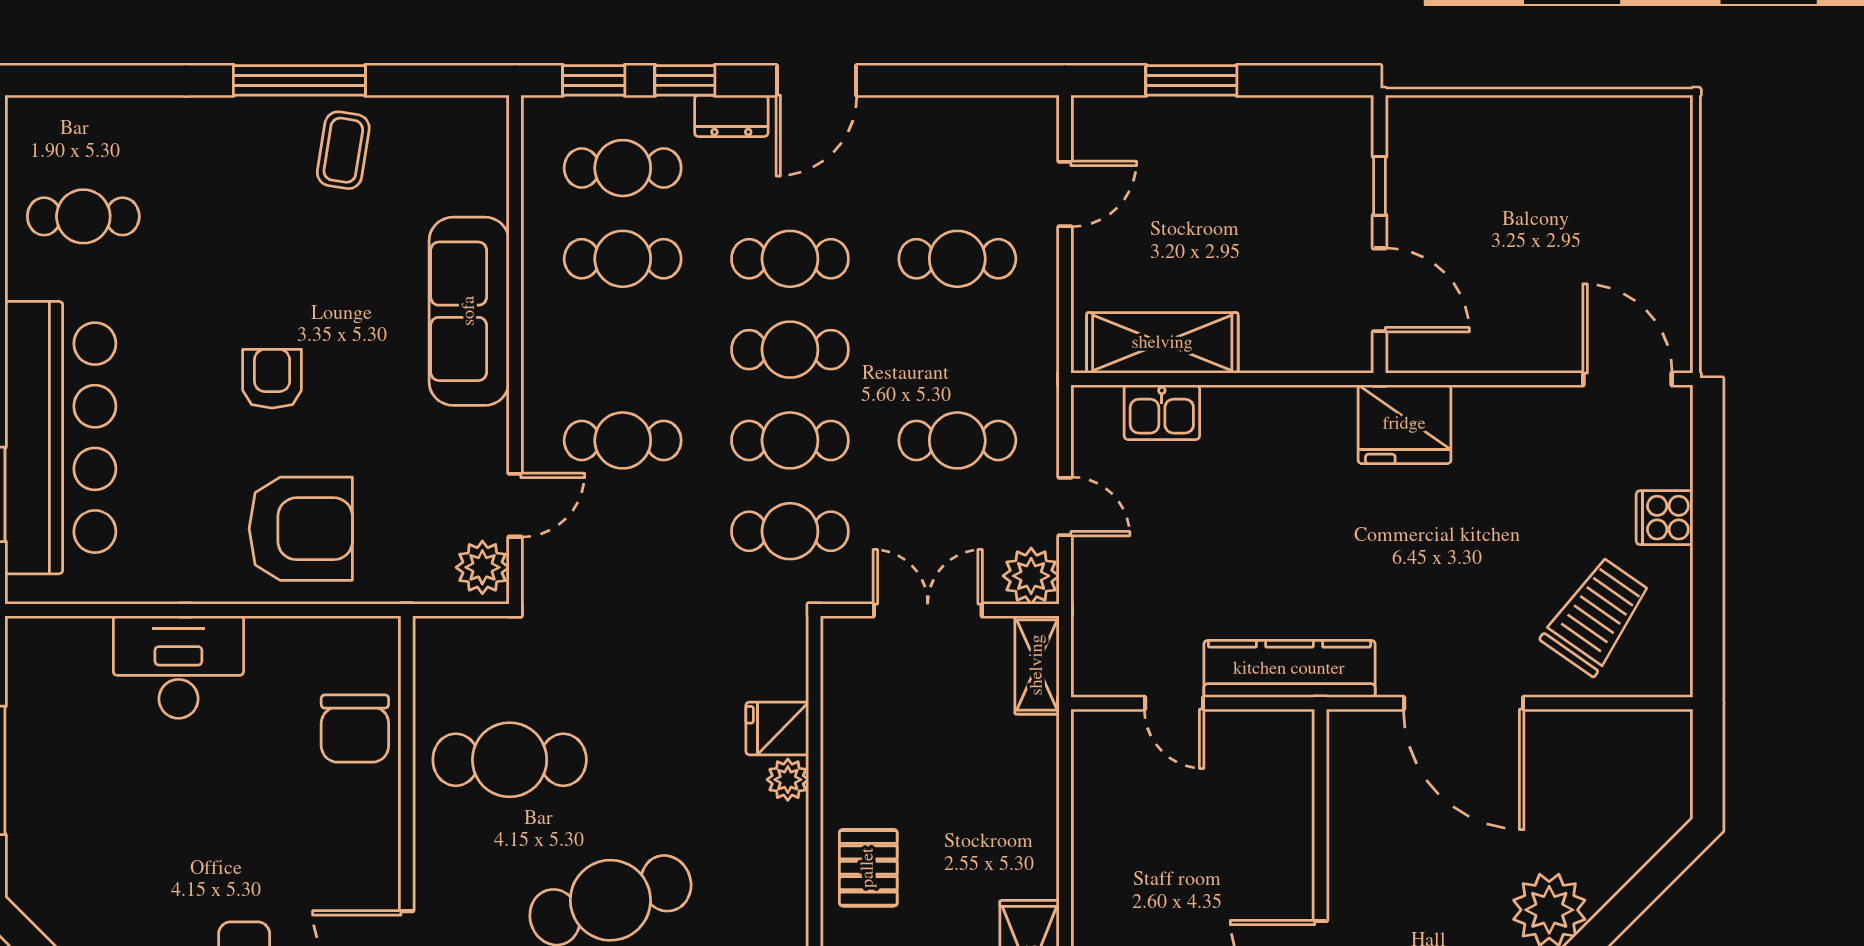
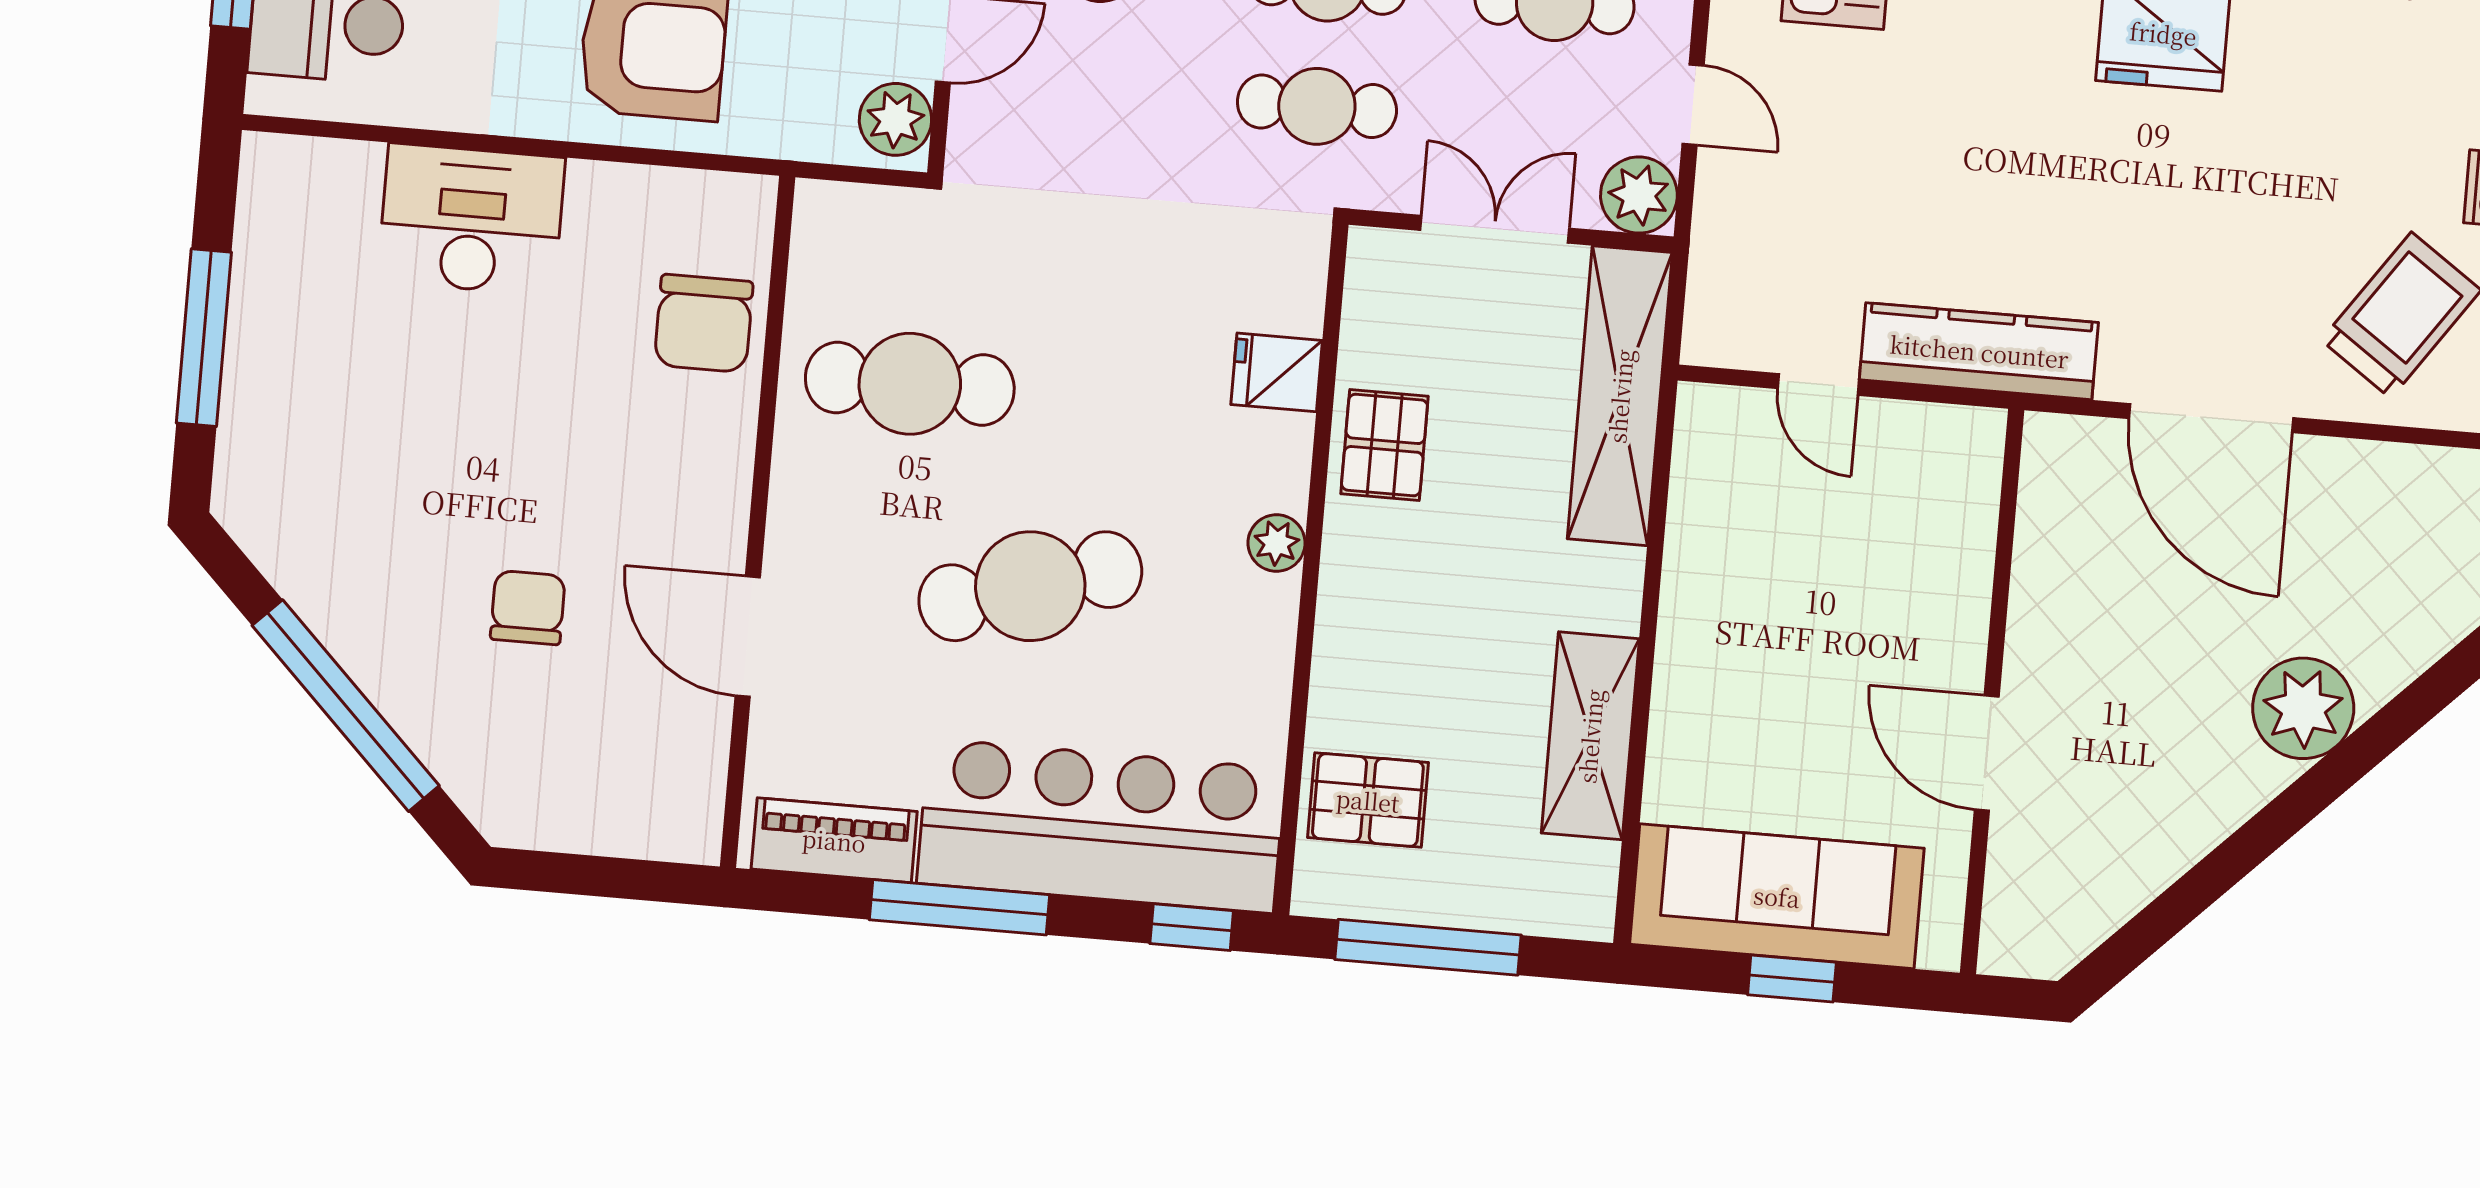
shelving: (1037, 665) -> (1620, 396), width x2.20, depth x1.33
plant: (788, 780) -> (1277, 543), moved
pallet: (868, 868) -> (1384, 445), moved

